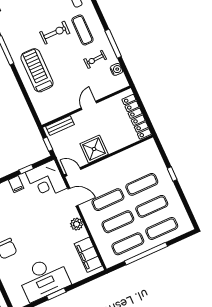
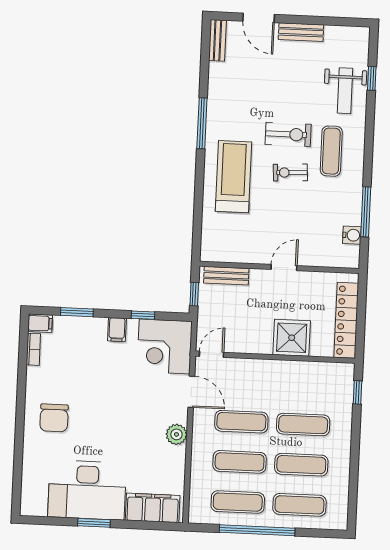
window: (113, 44) -> (366, 212), moved
exercise bike: (95, 59) -> (290, 172), moved
shower: (94, 149) -> (292, 338), moved
door: (74, 172) -> (211, 354), hinge flipped
window: (172, 174) -> (358, 392), moved
filing cabinet: (88, 255) -> (153, 508), moved, turned 90

